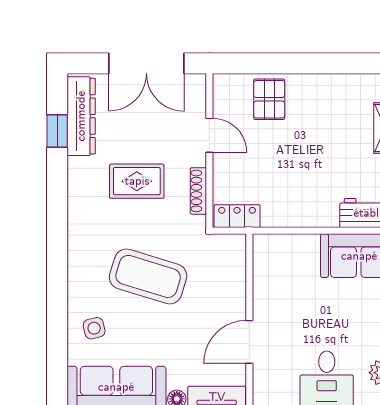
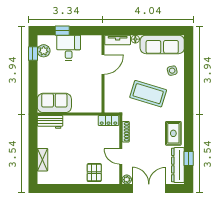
plant: (196, 84) -> (127, 180), added
rug: (137, 181) -> (173, 133), moved, turned 90

